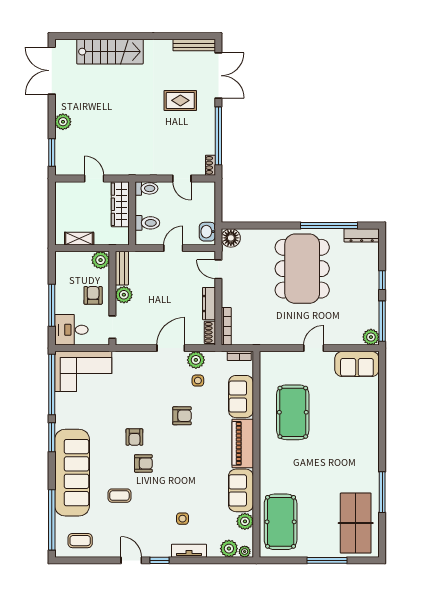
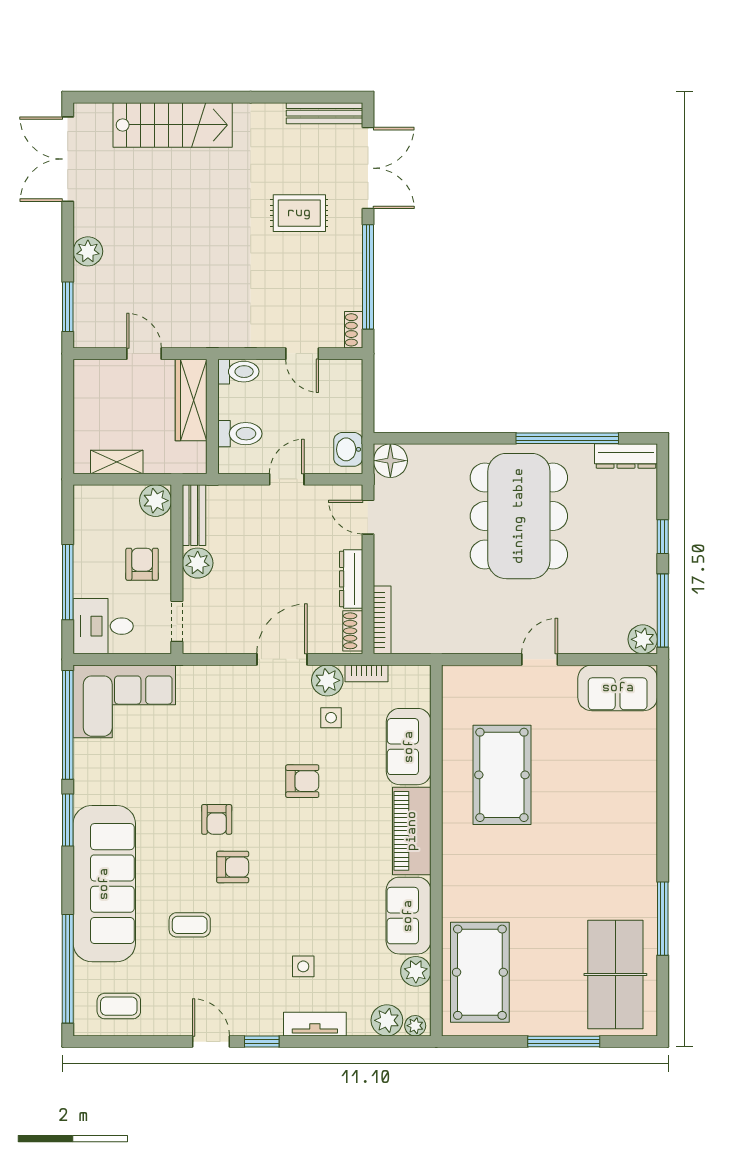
bookcase: (239, 356) -> (366, 673), moved

